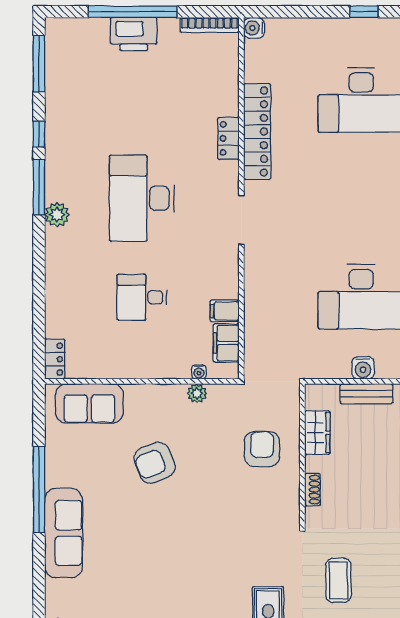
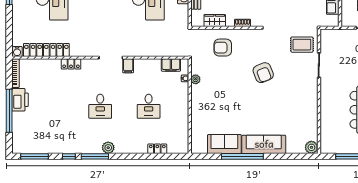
printer: (134, 34) -> (20, 100), moved
locker: (257, 132) -> (46, 50), moved
desk: (142, 198) -> (100, 106), width x0.53, depth x0.77
filing cabinet: (225, 311) -> (128, 66), moved
locker: (55, 359) -> (157, 149), moved
sofa: (89, 403) -> (224, 144), moved, turned -90
armchair: (155, 463) -> (263, 73), moved
coffee table: (338, 580) -> (287, 10), removed

